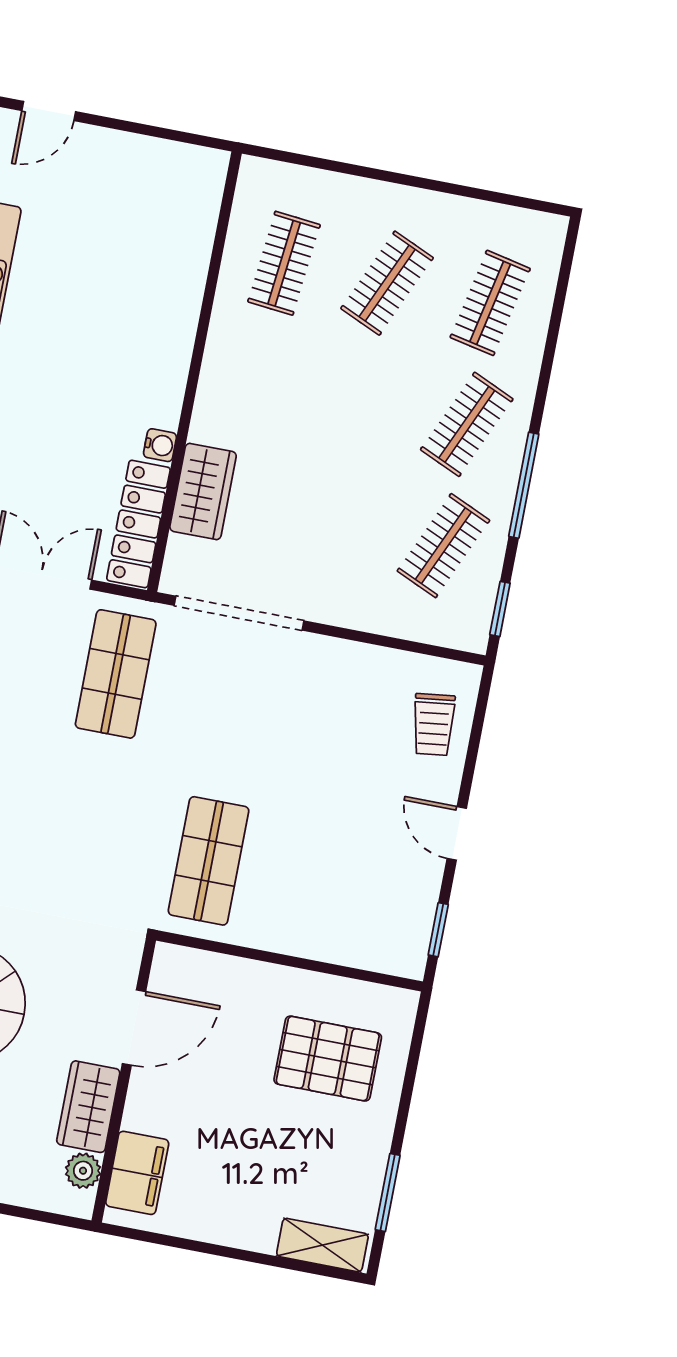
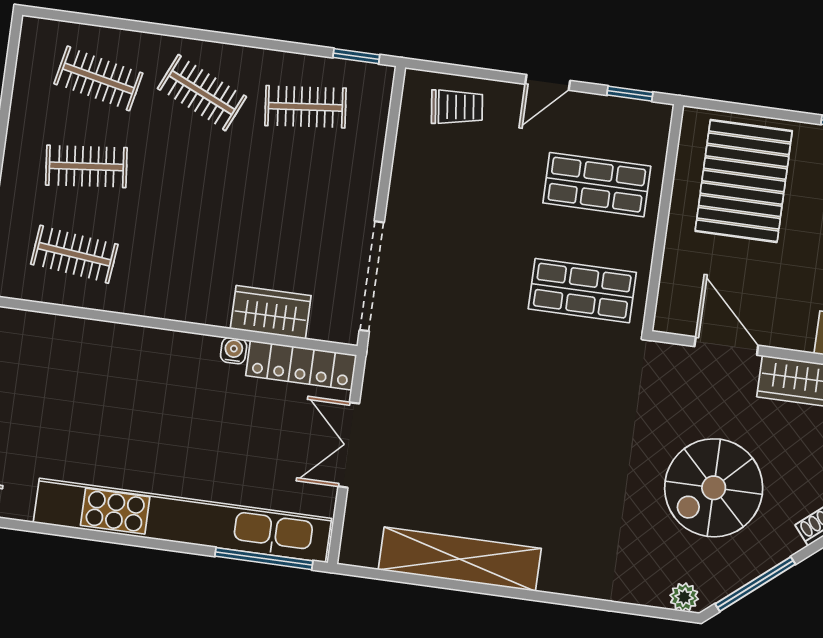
clothes rail: (387, 283) -> (86, 166), turned -30
window: (524, 485) -> (251, 42), removed
clothes rail: (443, 546) -> (305, 107), turned -30
shop shelf: (116, 674) -> (597, 185), moved
pallet: (328, 1059) -> (744, 181), width x1.37, depth x1.41

